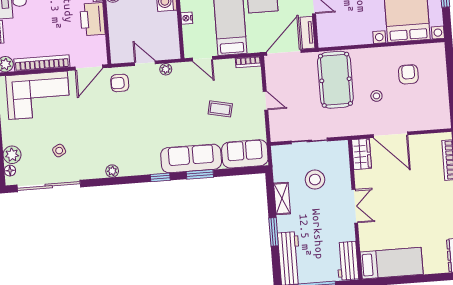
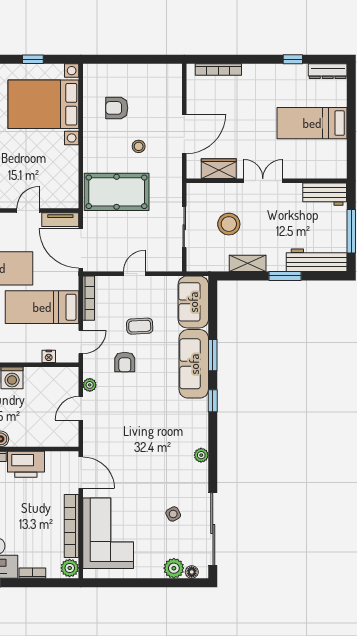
nightstand: (187, 18) -> (49, 356), moved
bookcase: (248, 62) -> (89, 298), width x1.56
armchair: (120, 83) -> (125, 362), moved
coffee table: (220, 109) -> (140, 326), turned 75
wardrobe: (361, 154) -> (219, 169), moved
bed: (392, 263) -> (312, 123), moved, turned -90

